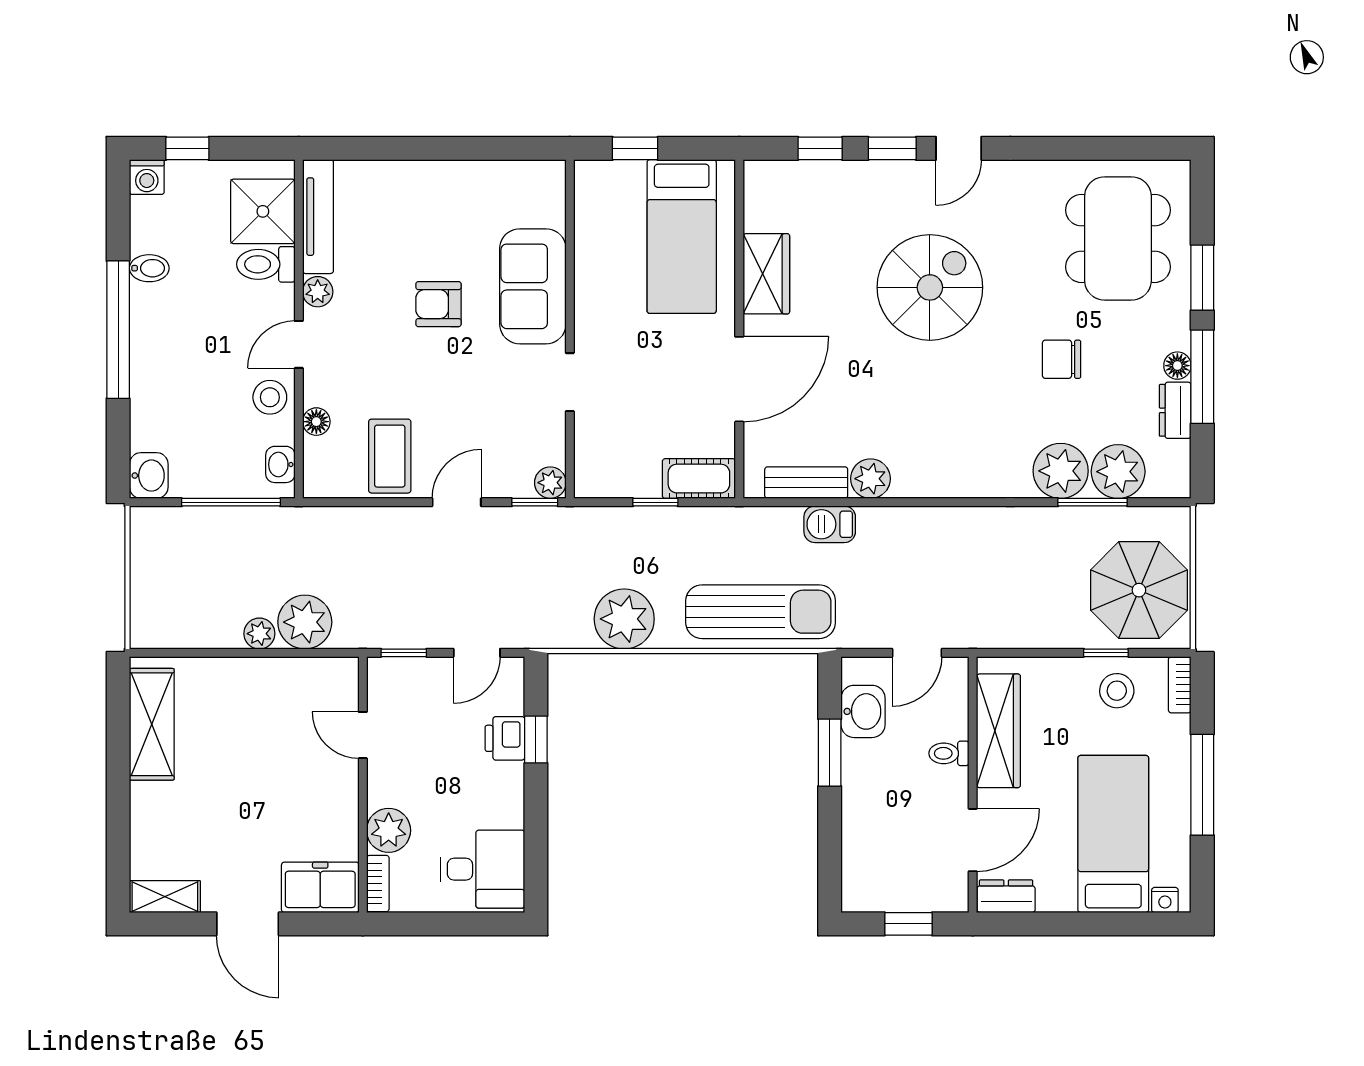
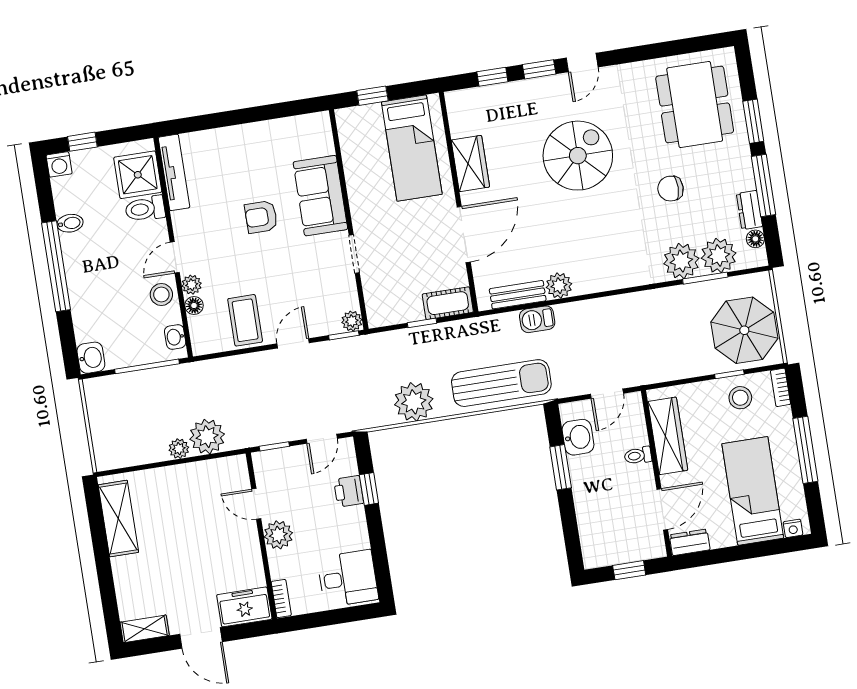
plant: (318, 292) -> (192, 285), moved
floor lamp: (1177, 366) -> (755, 239), moved
plant: (389, 830) -> (278, 535), moved

